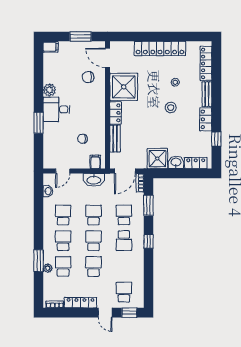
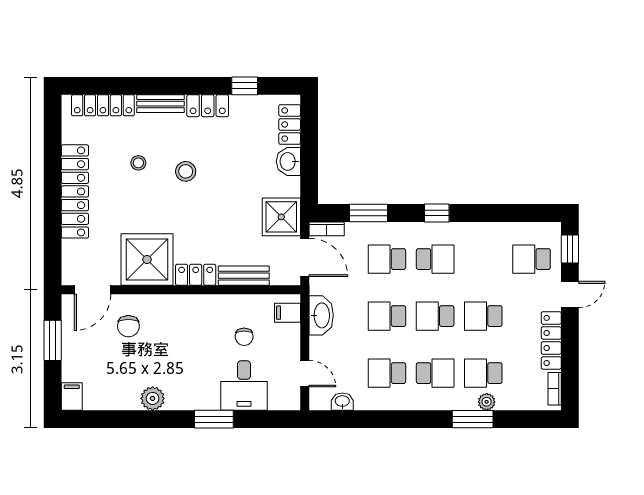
desk: (56, 109) -> (244, 385), moved
shower: (157, 159) -> (281, 217), moved
school desk: (63, 241) -> (435, 373), turned 180

